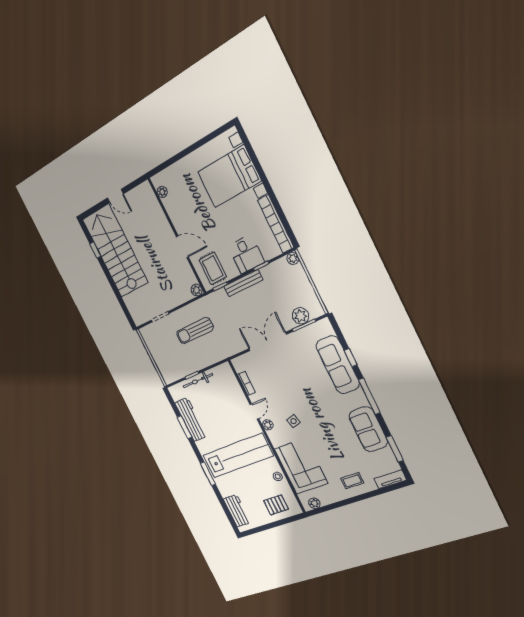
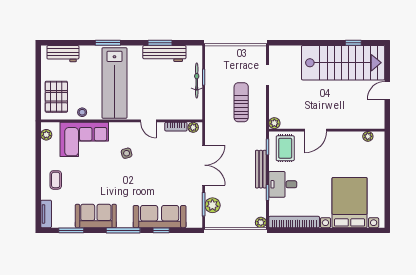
rug: (213, 268) -> (285, 148), turned 90
plant: (268, 425) -> (193, 127), moved
pallet: (276, 505) -> (56, 97), width x1.50, depth x1.42

